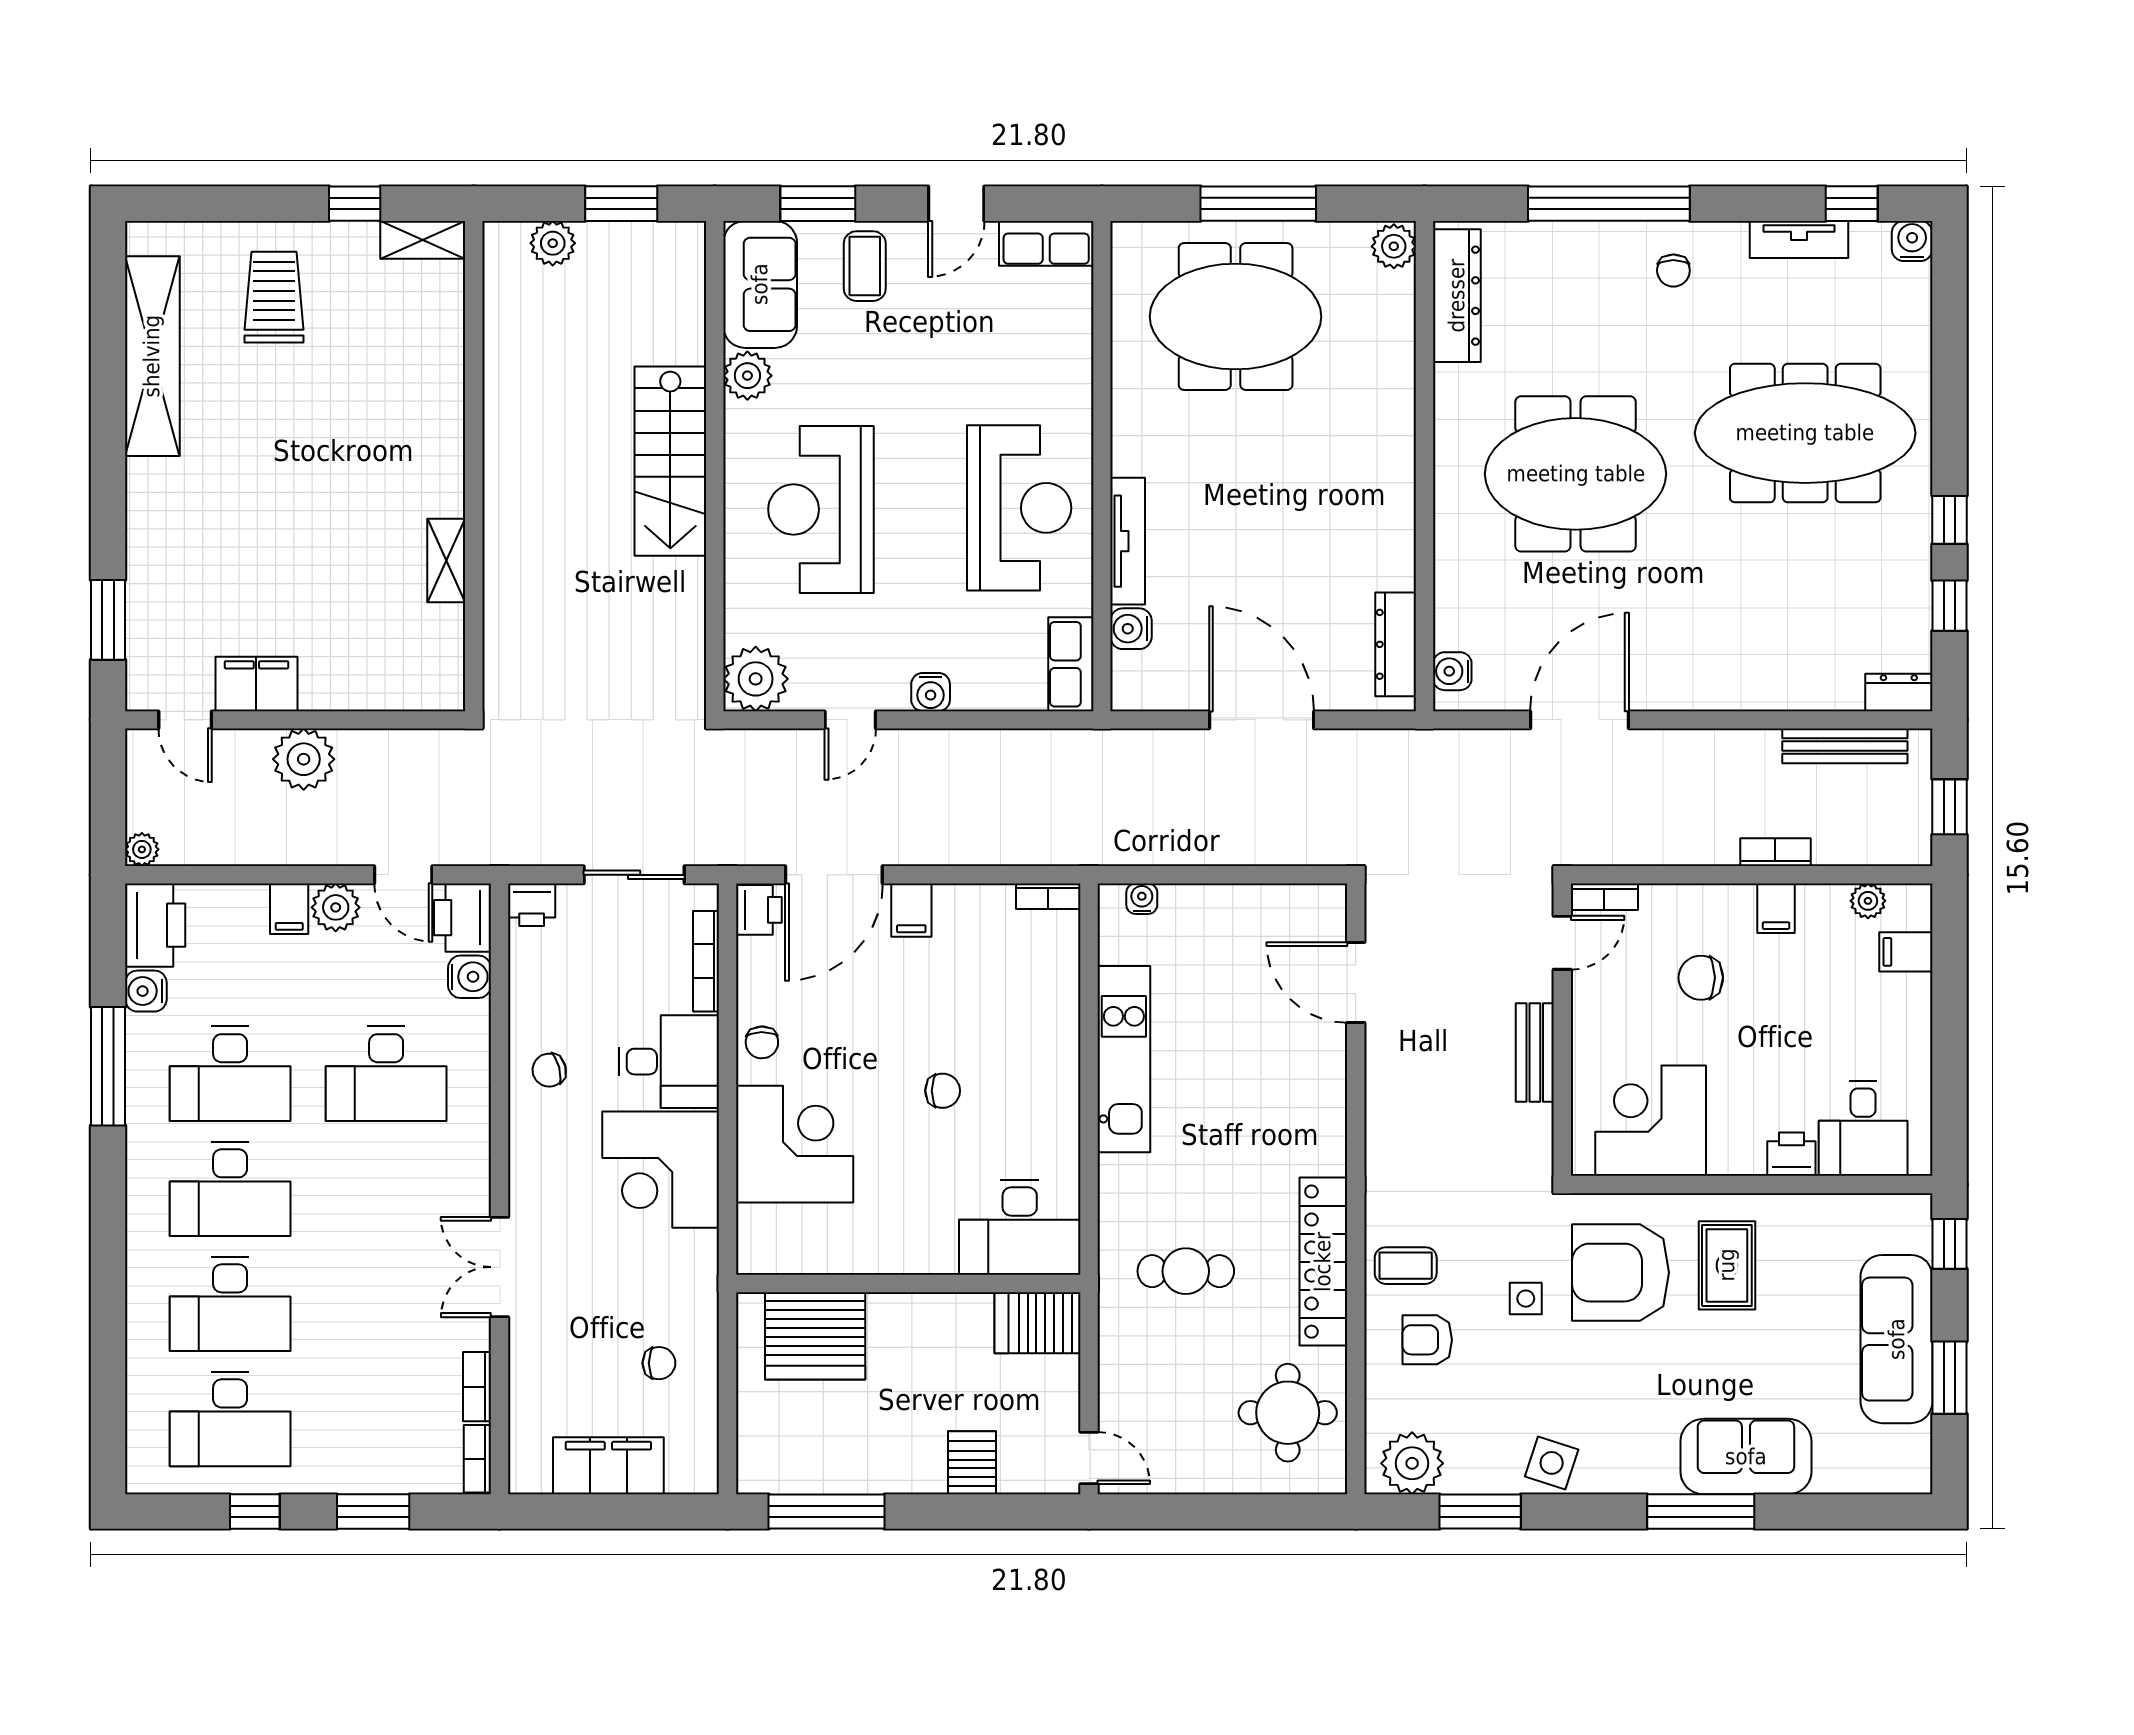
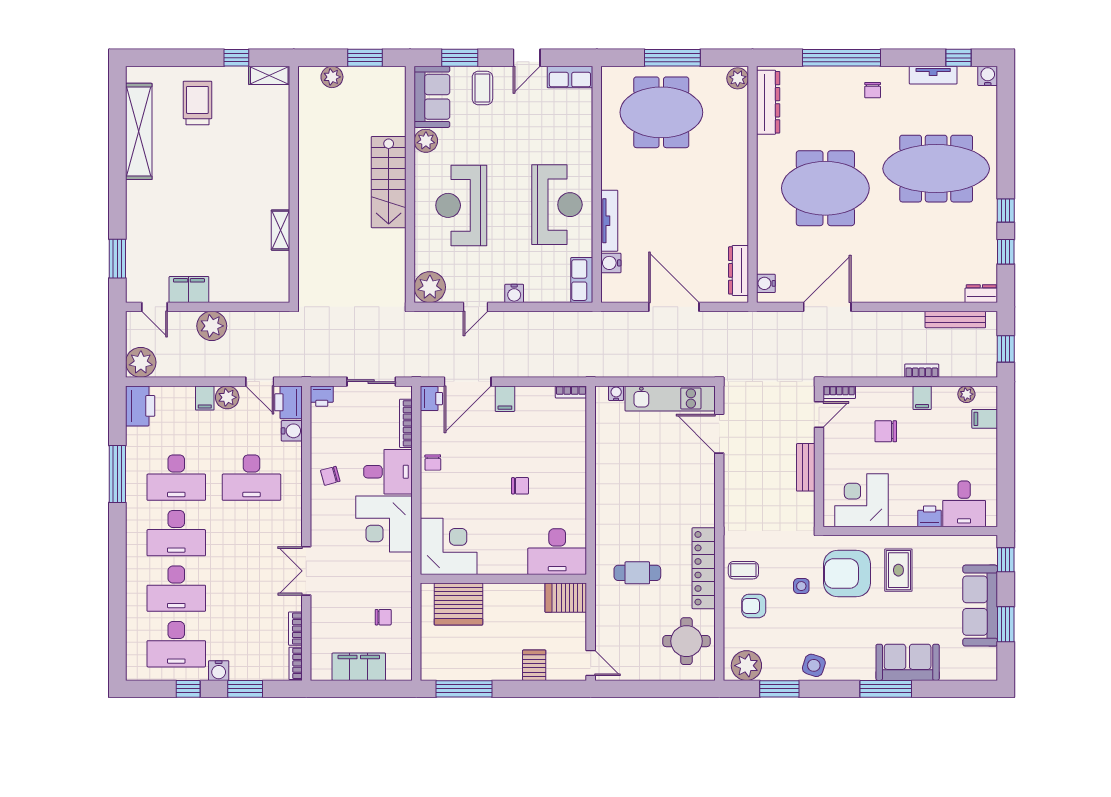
plant: (142, 849) -> (141, 362), width x1.88, depth x1.88
water cooler: (146, 991) -> (219, 671), moved, turned -90
kitchen unit: (1124, 1059) -> (670, 398), moved, turned 90
corner desk: (795, 1144) -> (449, 546), moved

